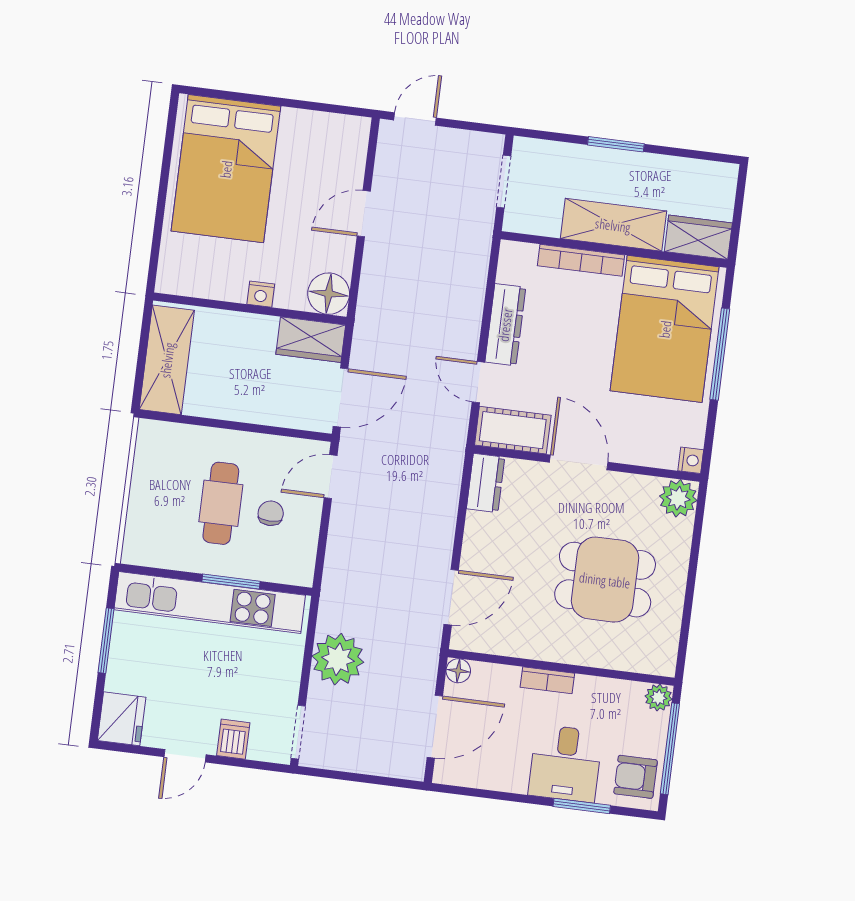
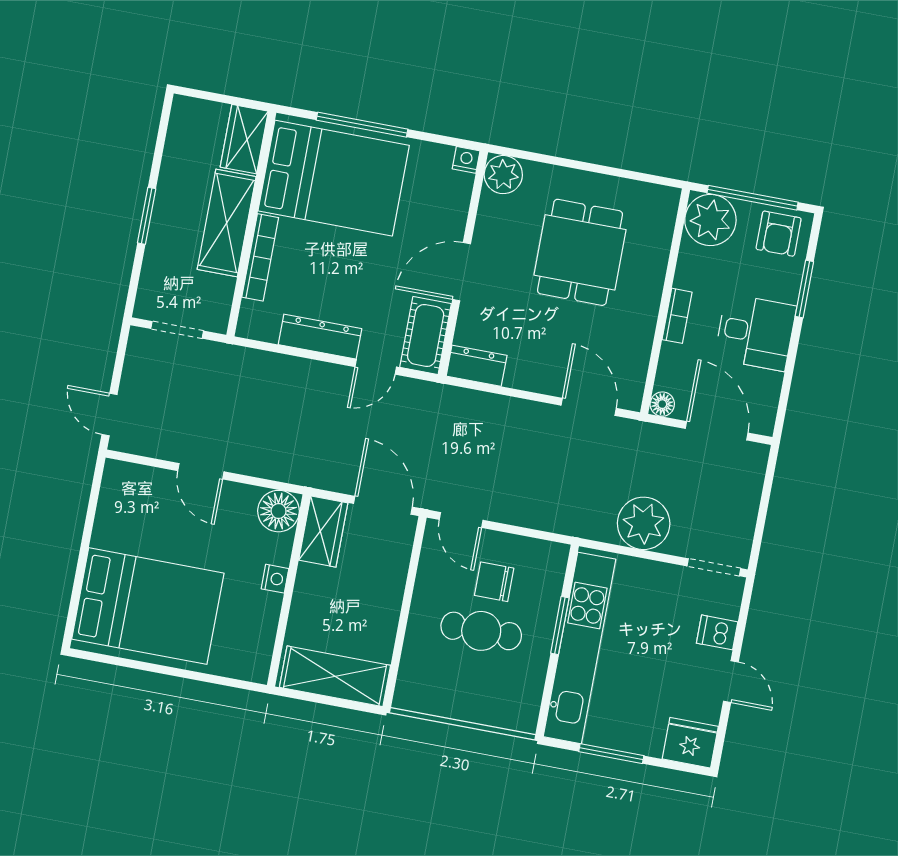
chair: (271, 513) -> (494, 582), width x1.37, depth x1.37
plant: (658, 698) -> (710, 220), width x1.88, depth x1.88
desk: (565, 763) -> (755, 332), moved

